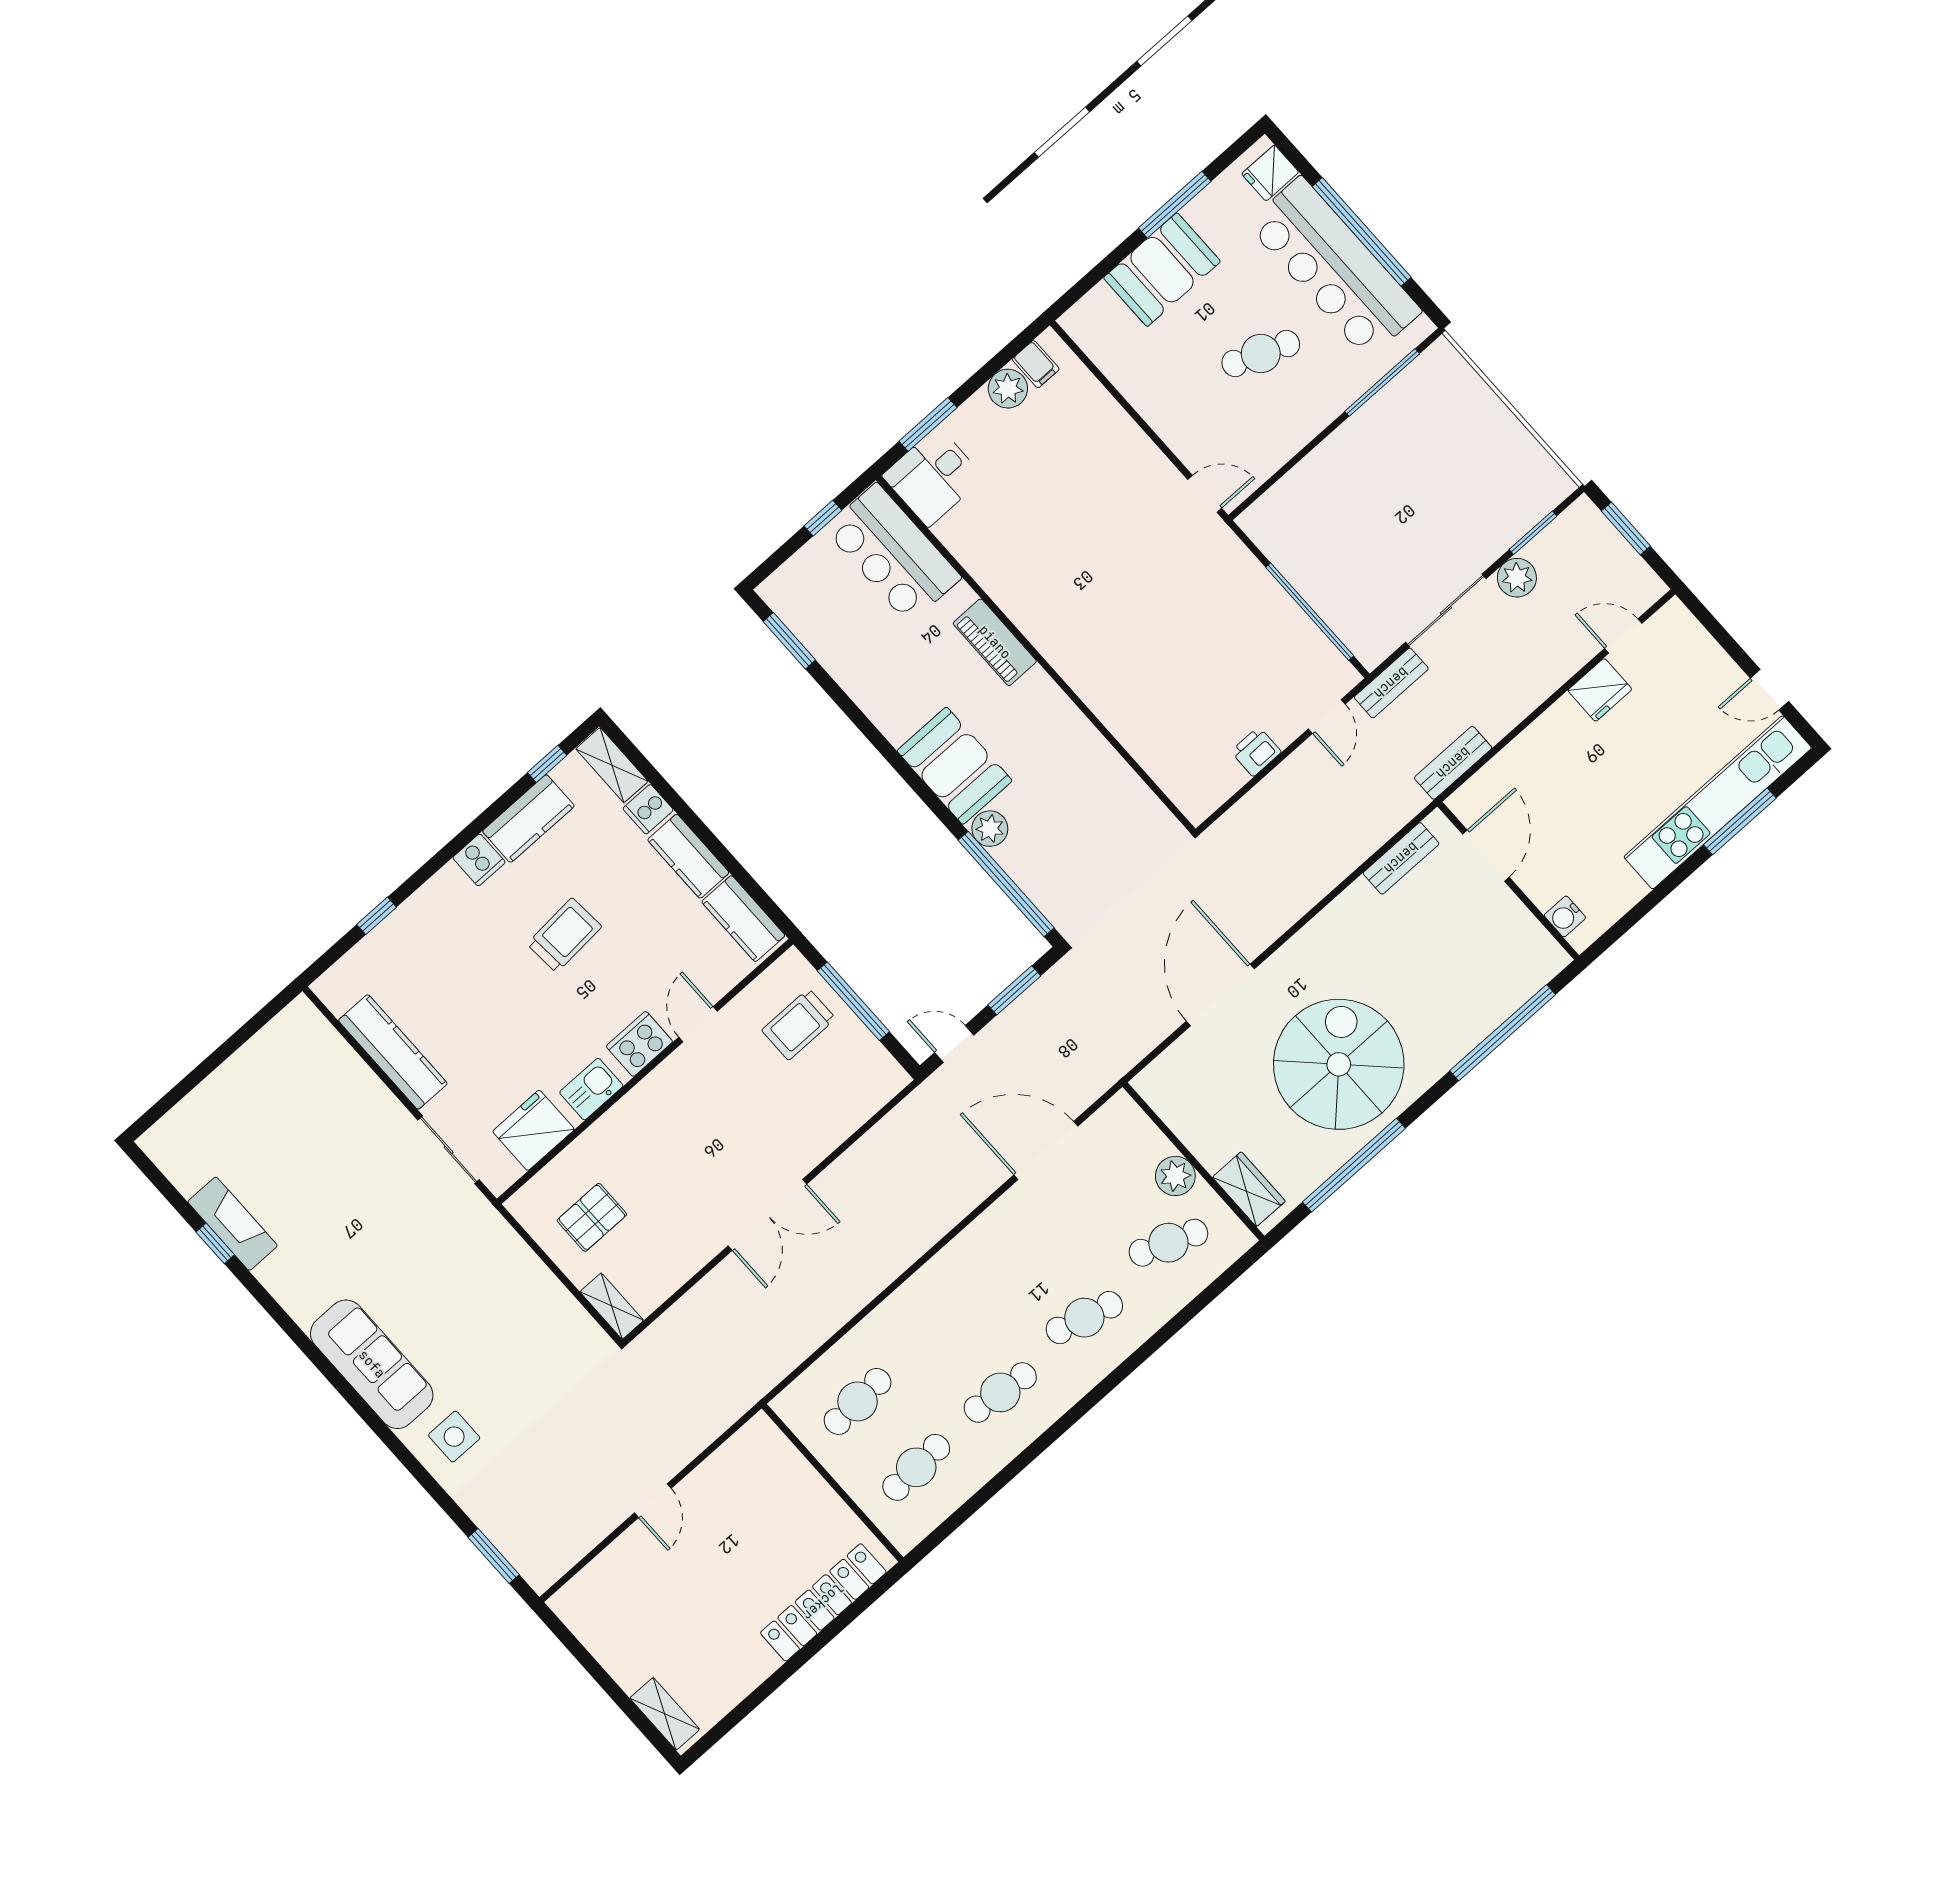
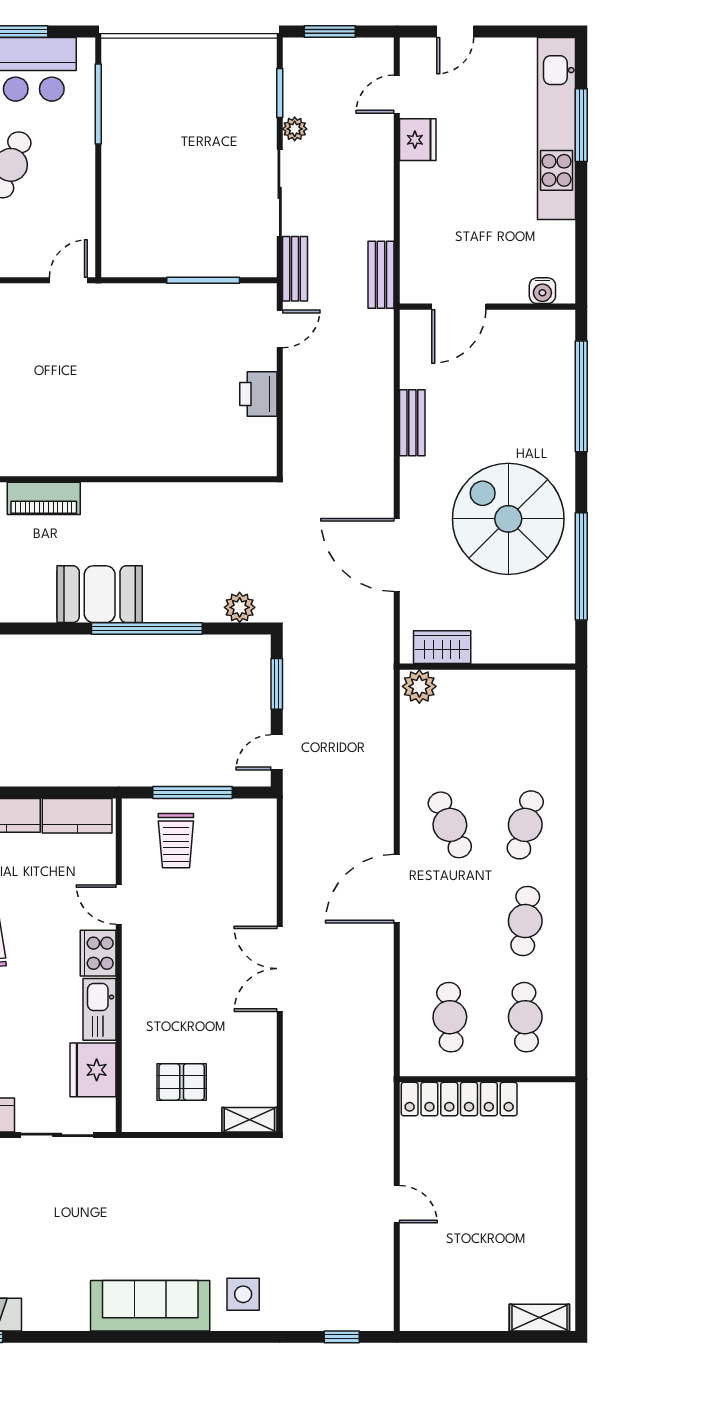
plant: (1517, 578) -> (295, 129), width x0.73, depth x0.73
window: (1310, 612) -> (203, 280), width x0.68
door: (1770, 690) -> (455, 31), moved
door: (1327, 716) -> (280, 329), hinge flipped
printer: (1256, 752) -> (258, 394), width x1.36, depth x1.24
plant: (990, 829) -> (240, 607), moved
door: (1486, 856) -> (459, 307), swing flipped
bench: (1401, 858) -> (412, 423), moved
window: (1006, 884) -> (147, 629), moved
kitchen sink: (591, 1089) -> (99, 1009), width x1.38
door: (1046, 1151) -> (397, 889), moved
plant: (1175, 1176) -> (419, 686), moved
wardrobe: (1249, 1189) -> (442, 647), moved
double door: (767, 1215) -> (280, 969), swing flipped
pallet: (592, 1217) -> (182, 1082), turned 90
cafe table: (1168, 1243) -> (450, 825), moved, turned -45
window: (494, 1556) -> (342, 1337), width x0.67
locker: (823, 1602) -> (459, 1099), moved, turned -90

